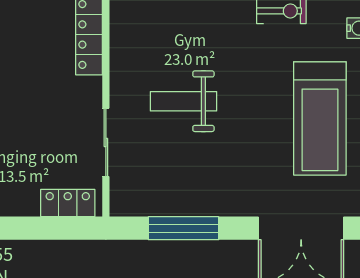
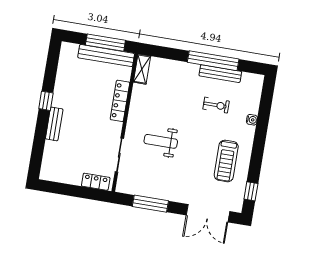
treadmill: (320, 118) -> (226, 161), width x0.73, depth x0.73

